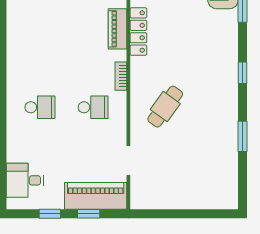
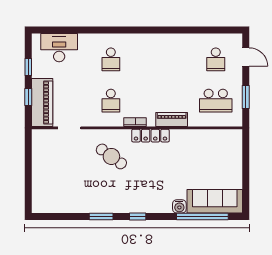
water cooler: (230, 19) -> (179, 206), added
locker: (138, 32) -> (150, 136), moved
window: (243, 136) -> (101, 216), moved
desk: (25, 180) -> (59, 48), width x1.37

